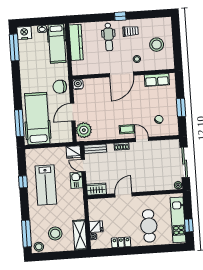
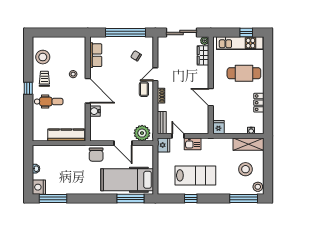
kitchen counter: (76, 42) -> (66, 135), moved
hospital bed: (57, 44) -> (52, 155), removed
stool: (157, 45) -> (43, 57), moved
water cooler: (78, 84) -> (95, 111), moved
window: (181, 107) -> (126, 32), width x2.11
door: (83, 165) -> (178, 136), swing flipped
wardrobe: (96, 189) -> (203, 55), moved
fridge: (96, 227) -> (218, 127), moved

